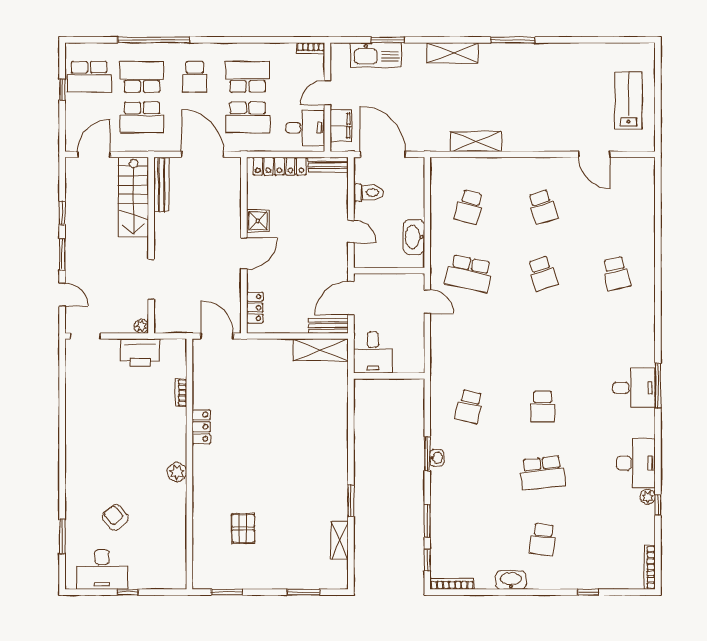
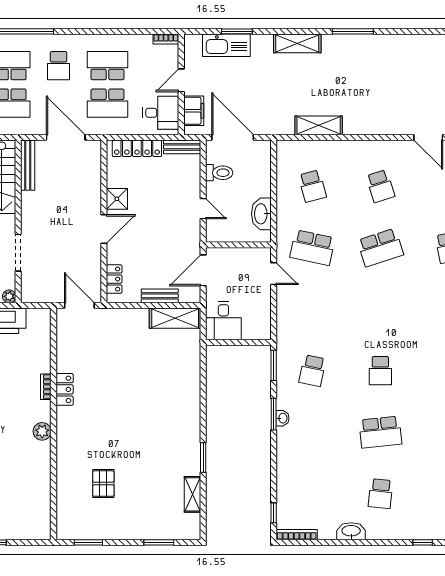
school desk: (469, 207) -> (312, 186), turned -30
school desk: (543, 274) -> (380, 248), width x1.85
bench: (328, 326) -> (160, 296), moved
bookcase: (181, 393) -> (46, 387), moved
window: (427, 521) -> (274, 365), moved

